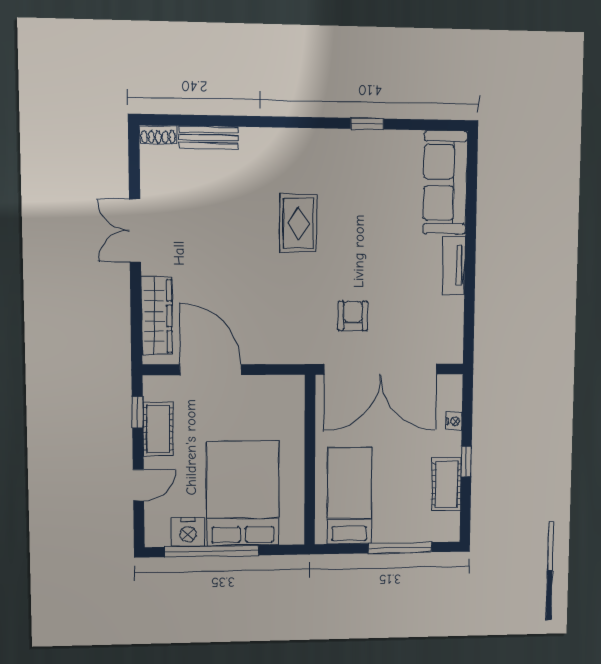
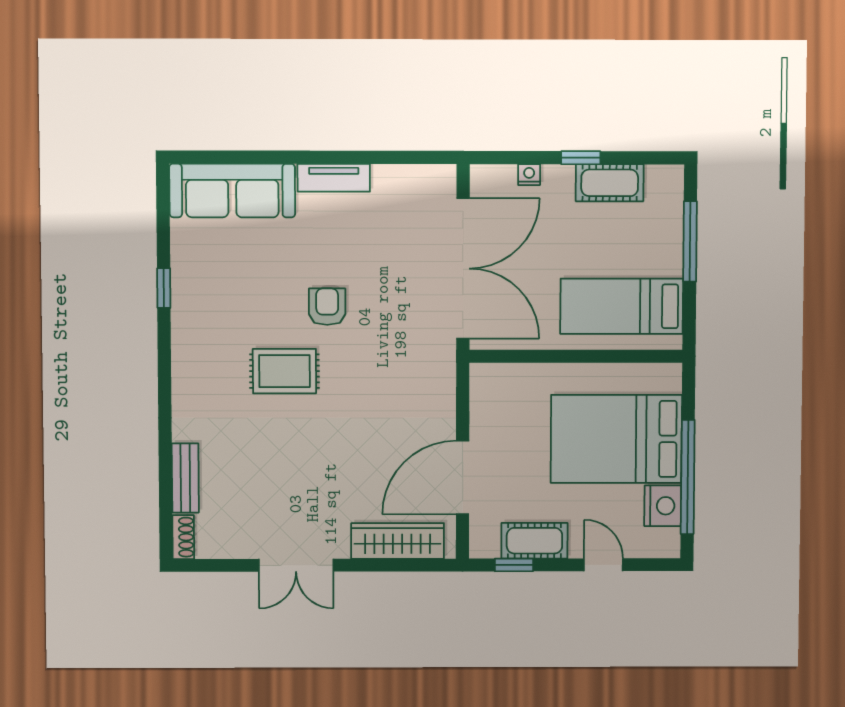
armchair: (353, 316) -> (327, 307), moved, turned 90

